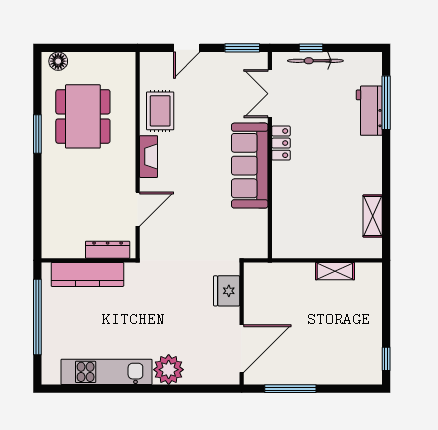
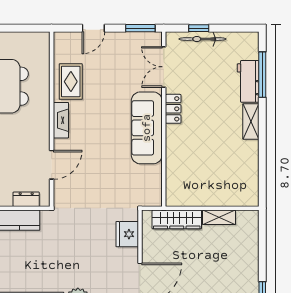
shelving: (373, 216) -> (251, 122), moved
dresser: (108, 250) -> (26, 199), width x0.70
wardrobe: (285, 274) -> (177, 219), added

